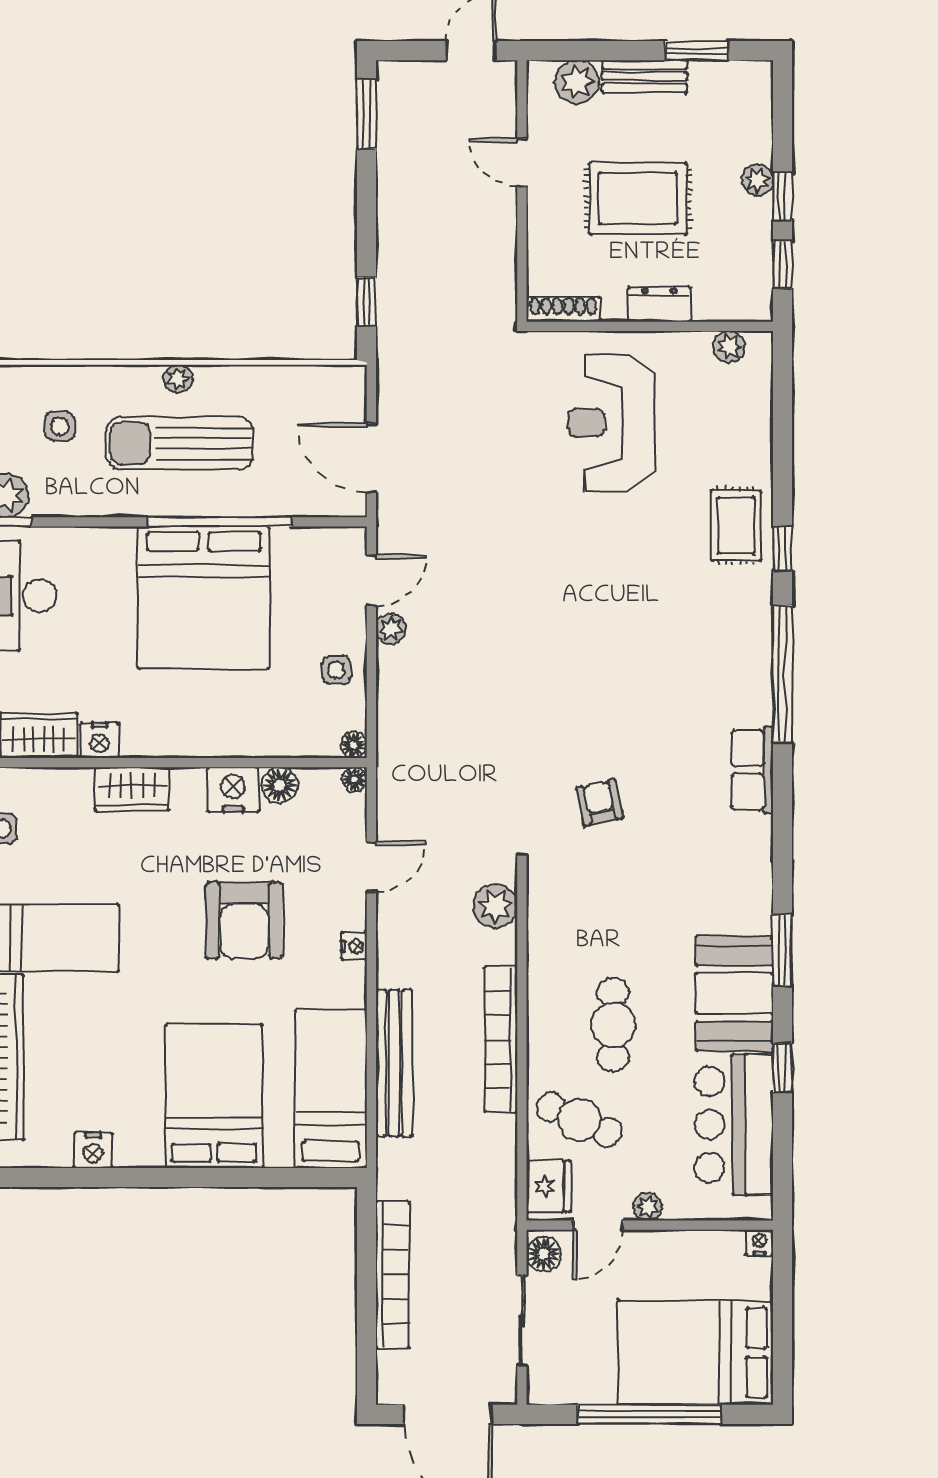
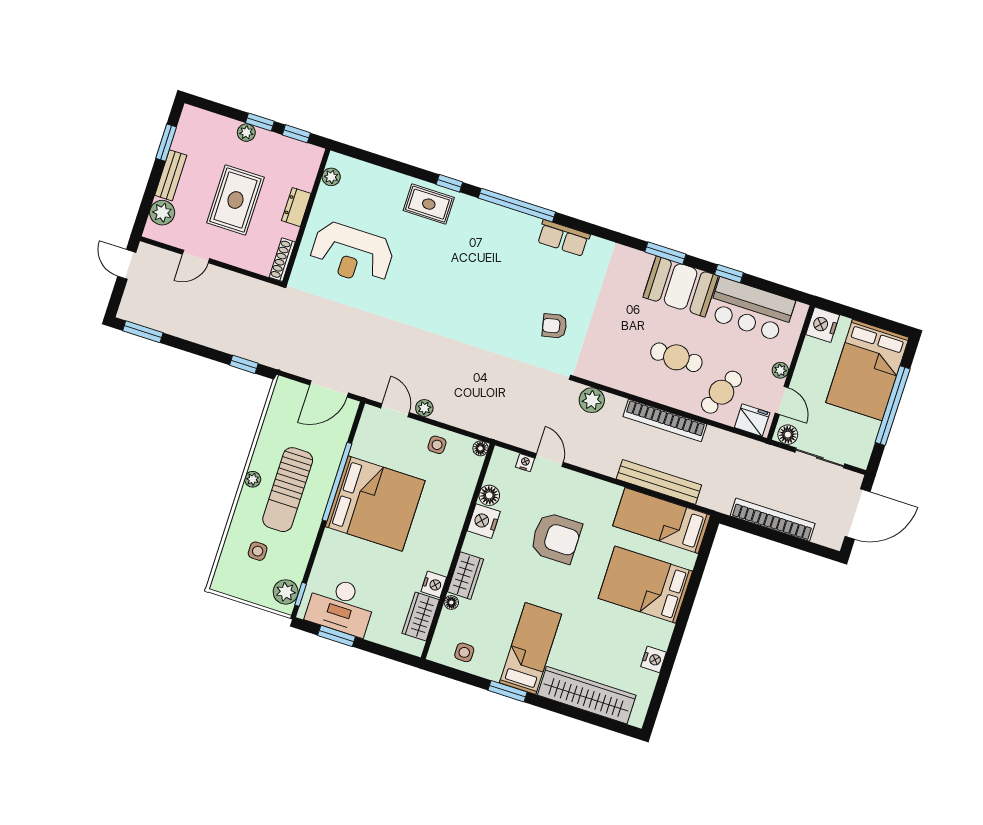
floor lamp: (354, 780) -> (451, 602), moved
nightstand: (354, 946) -> (525, 463), moved
nightstand: (759, 1243) -> (823, 325), width x1.89, depth x1.79

